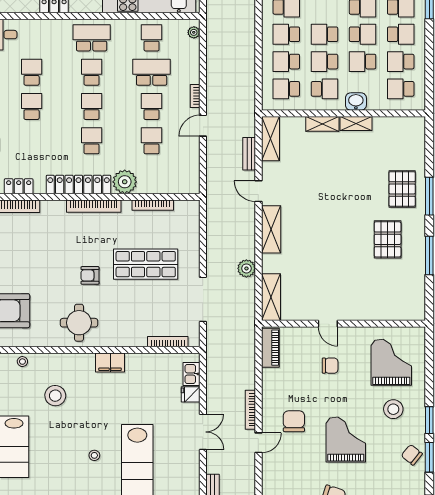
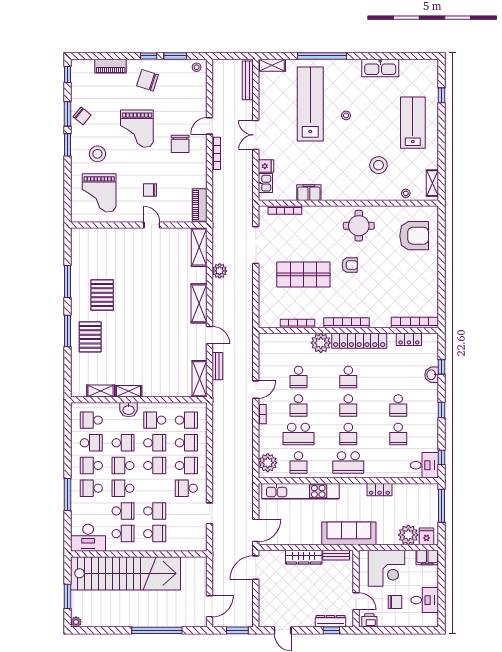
plant: (194, 32) -> (268, 463), width x1.87, depth x1.87
school desk: (401, 89) -> (91, 420), turned 180
shelving: (322, 124) -> (101, 391), moved
filing cabinet: (110, 363) -> (309, 193), moved

